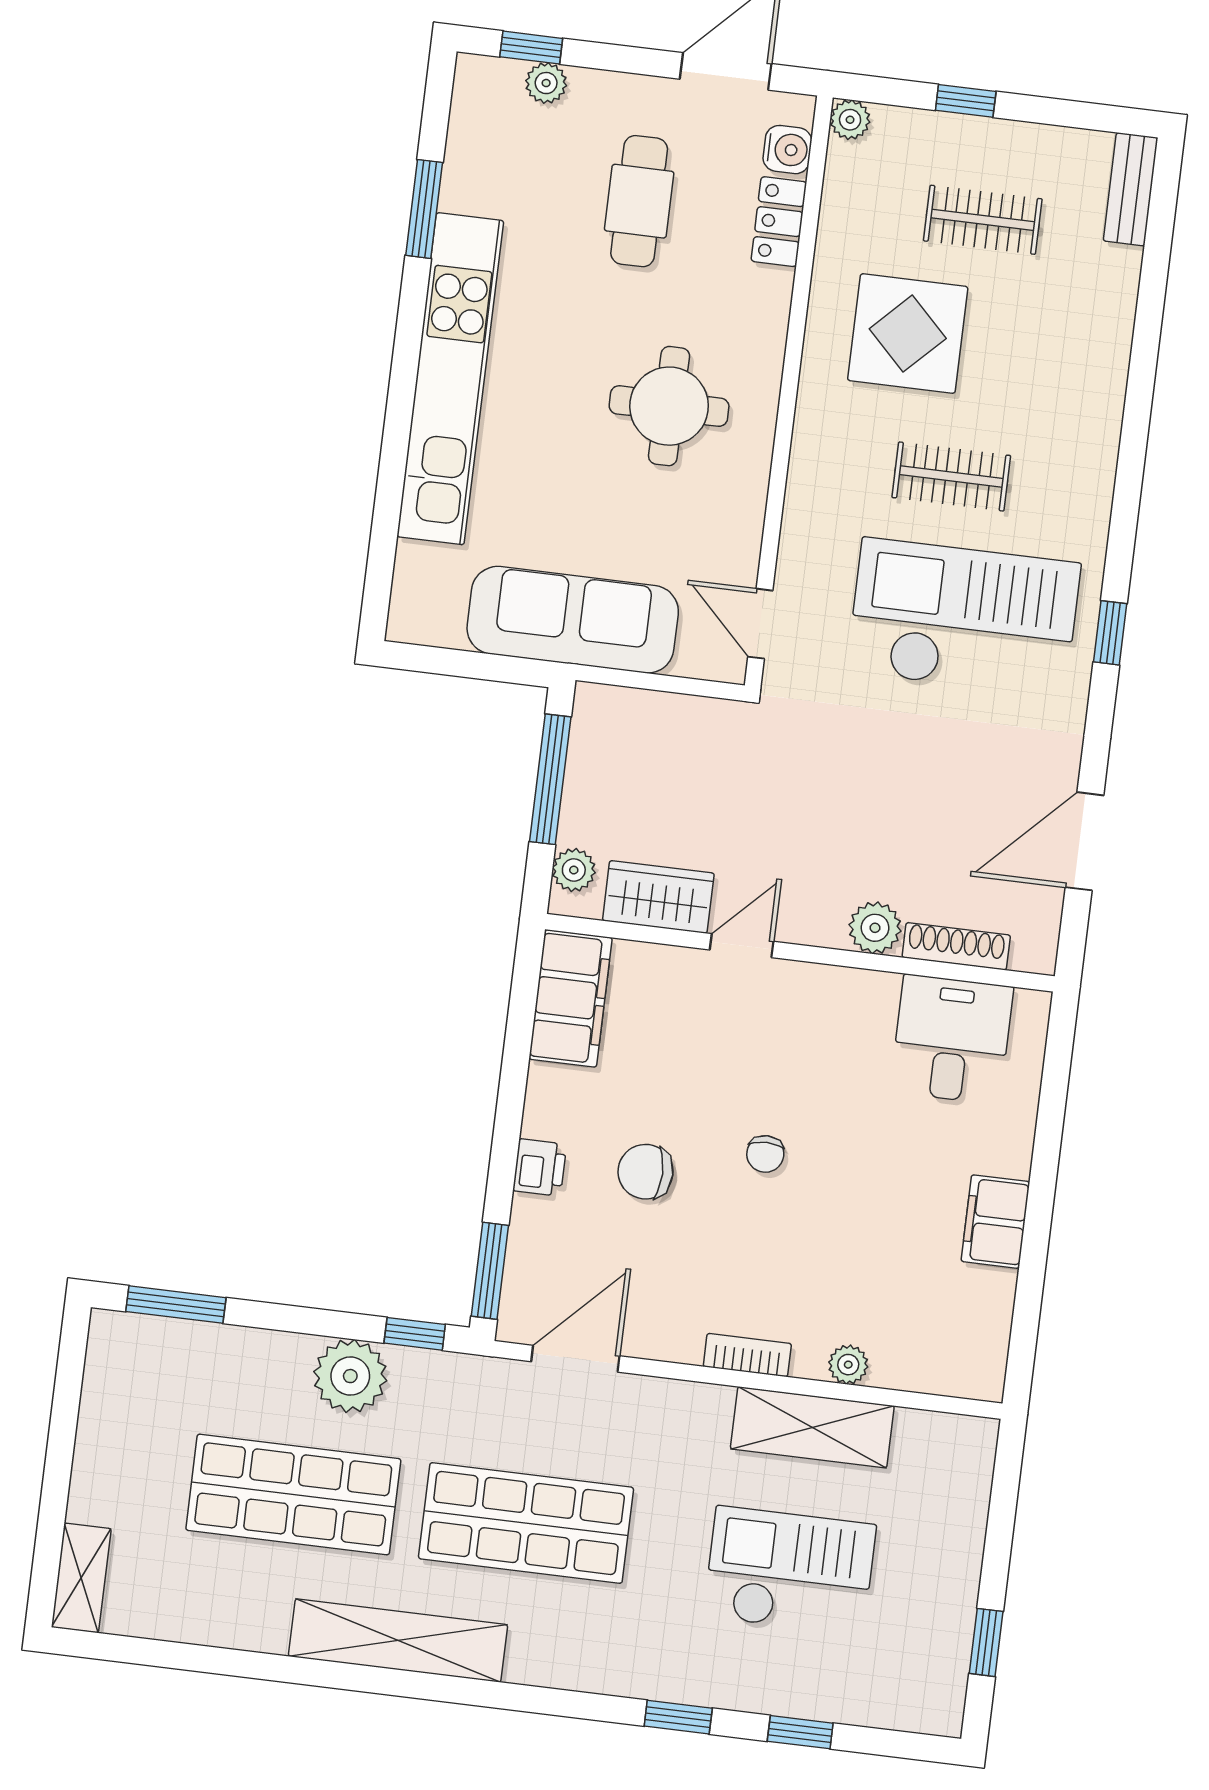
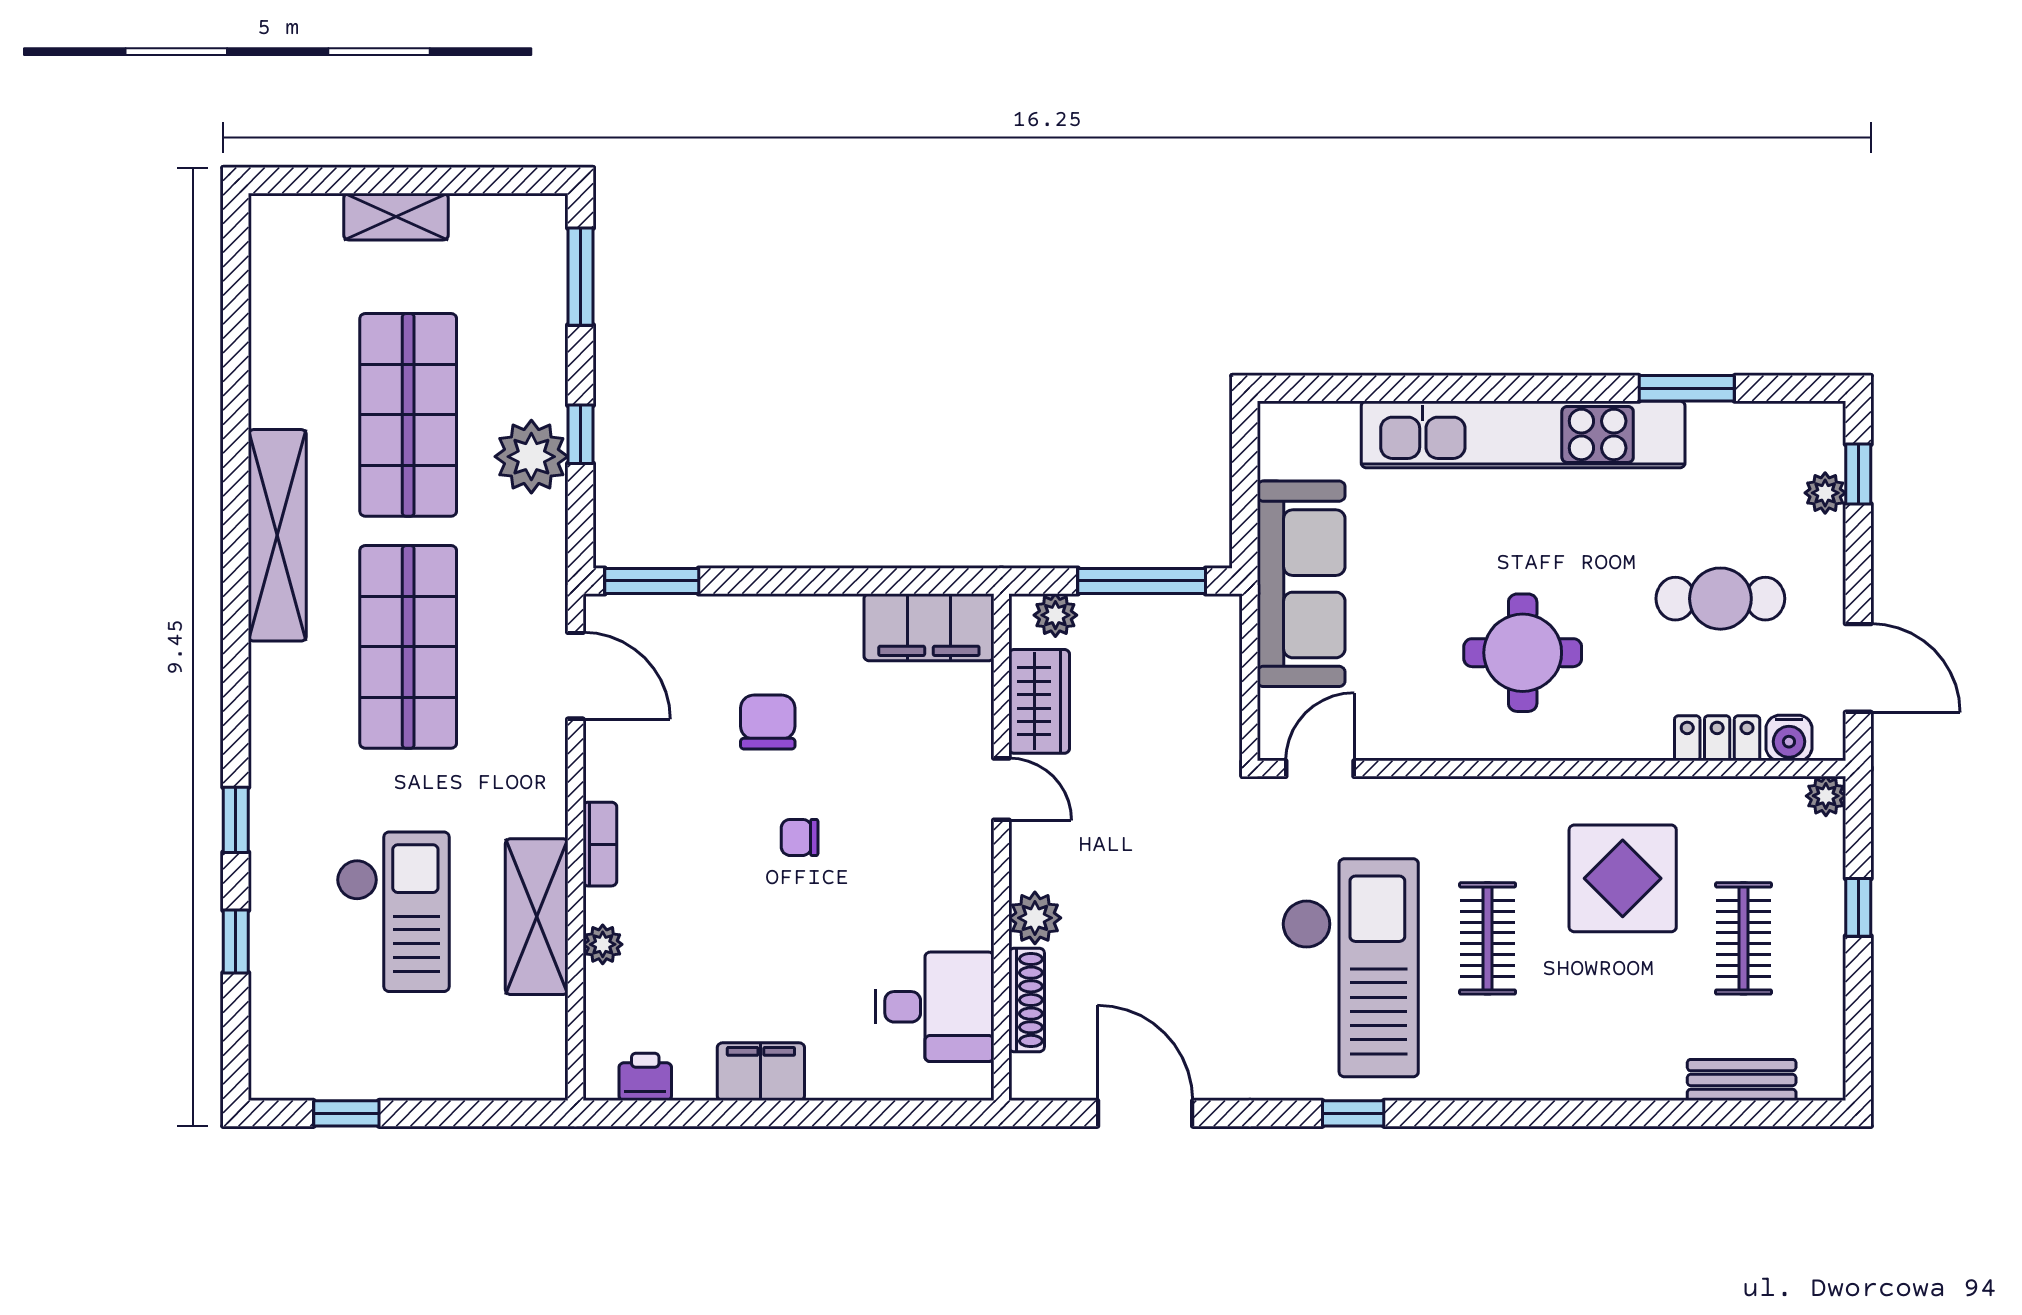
bench: (1131, 189) -> (1742, 1080), moved
printer: (540, 1167) -> (645, 1077), moved, turned 180
window: (415, 1334) -> (581, 434), moved
shelving: (81, 1578) -> (396, 217), moved

